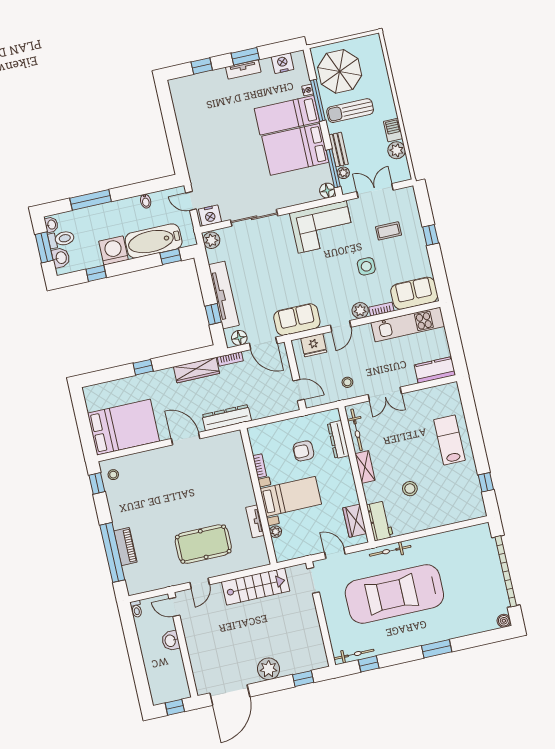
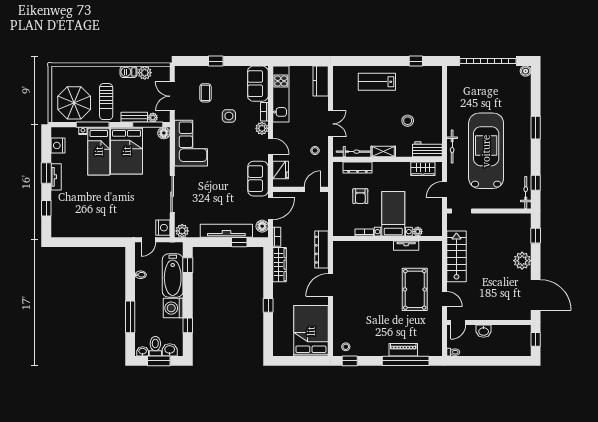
car: (394, 594) -> (486, 151), turned 180

